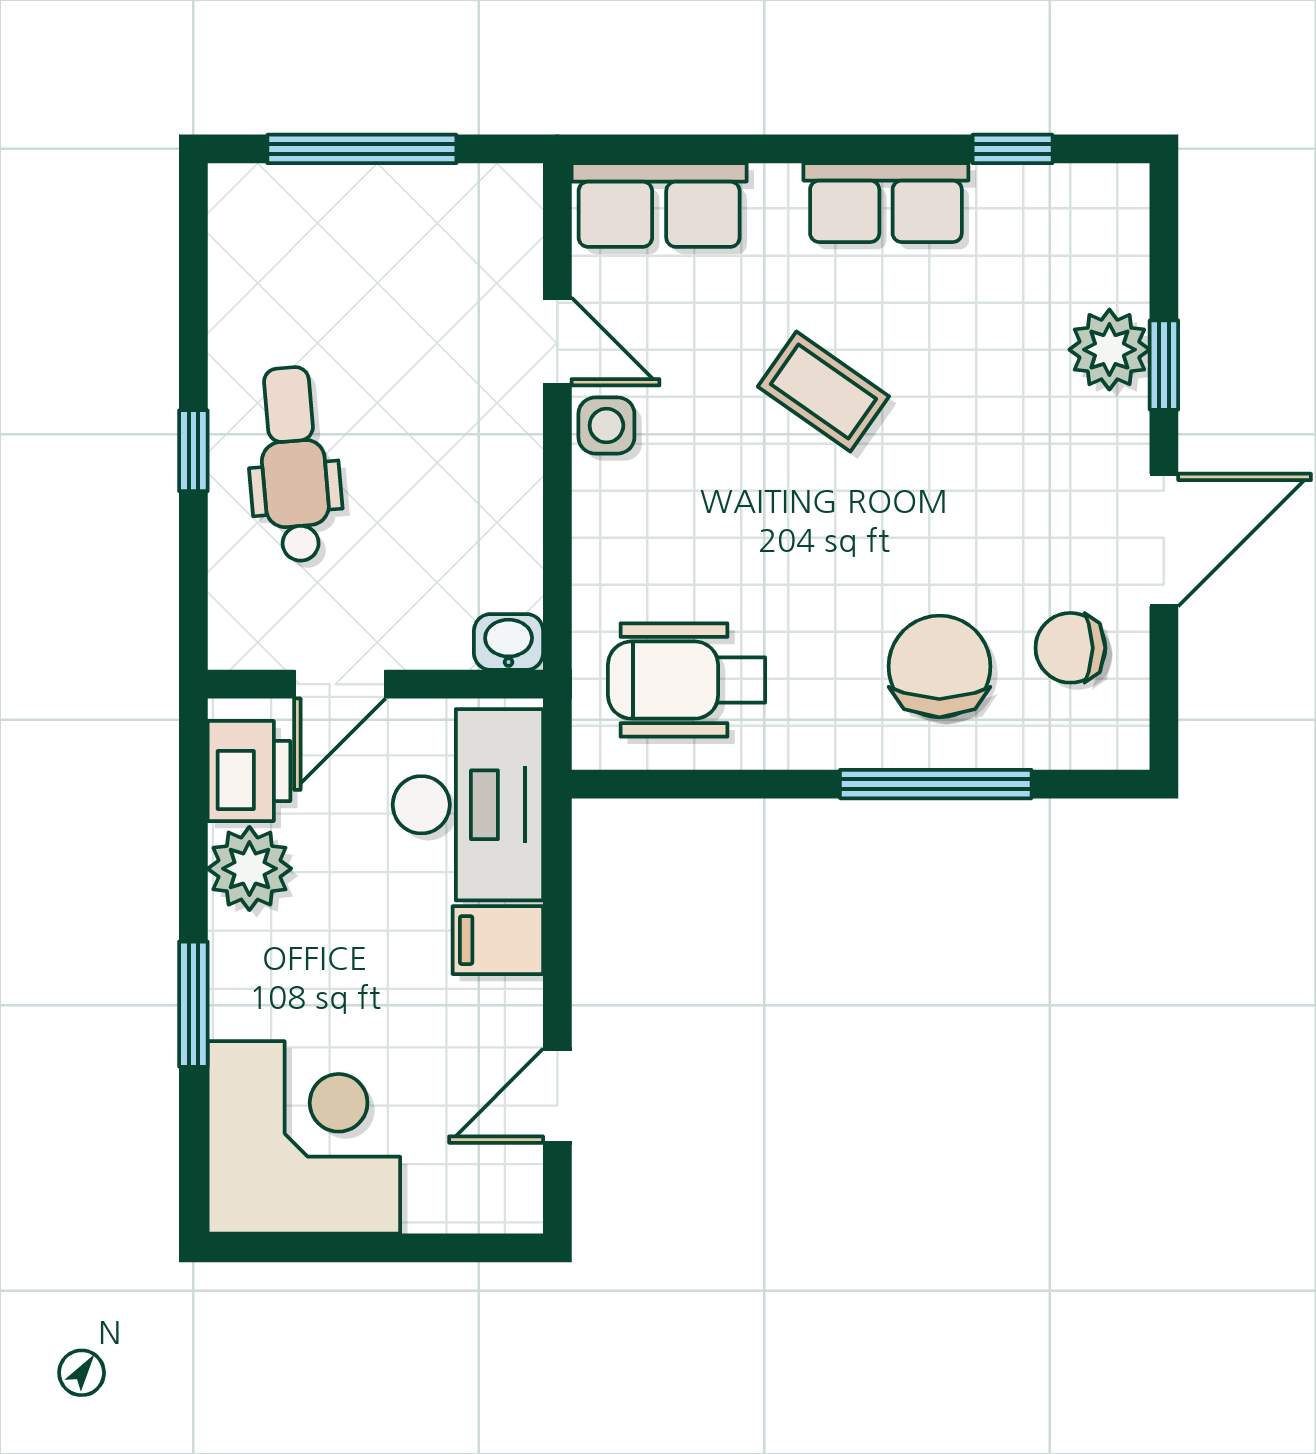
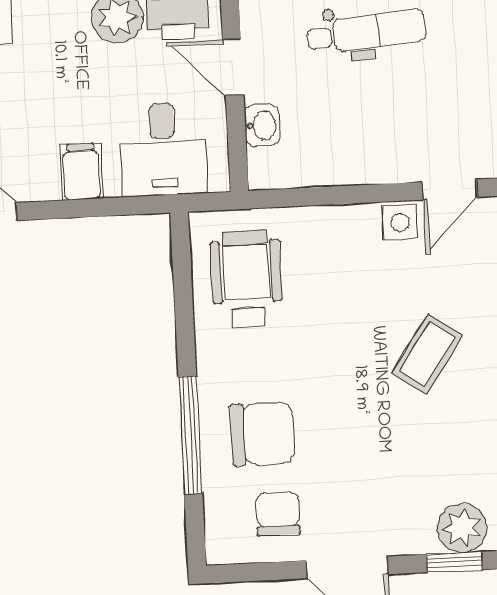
washbasin: (509, 642) -> (262, 125), moved
desk: (468, 805) -> (163, 149), width x0.73

